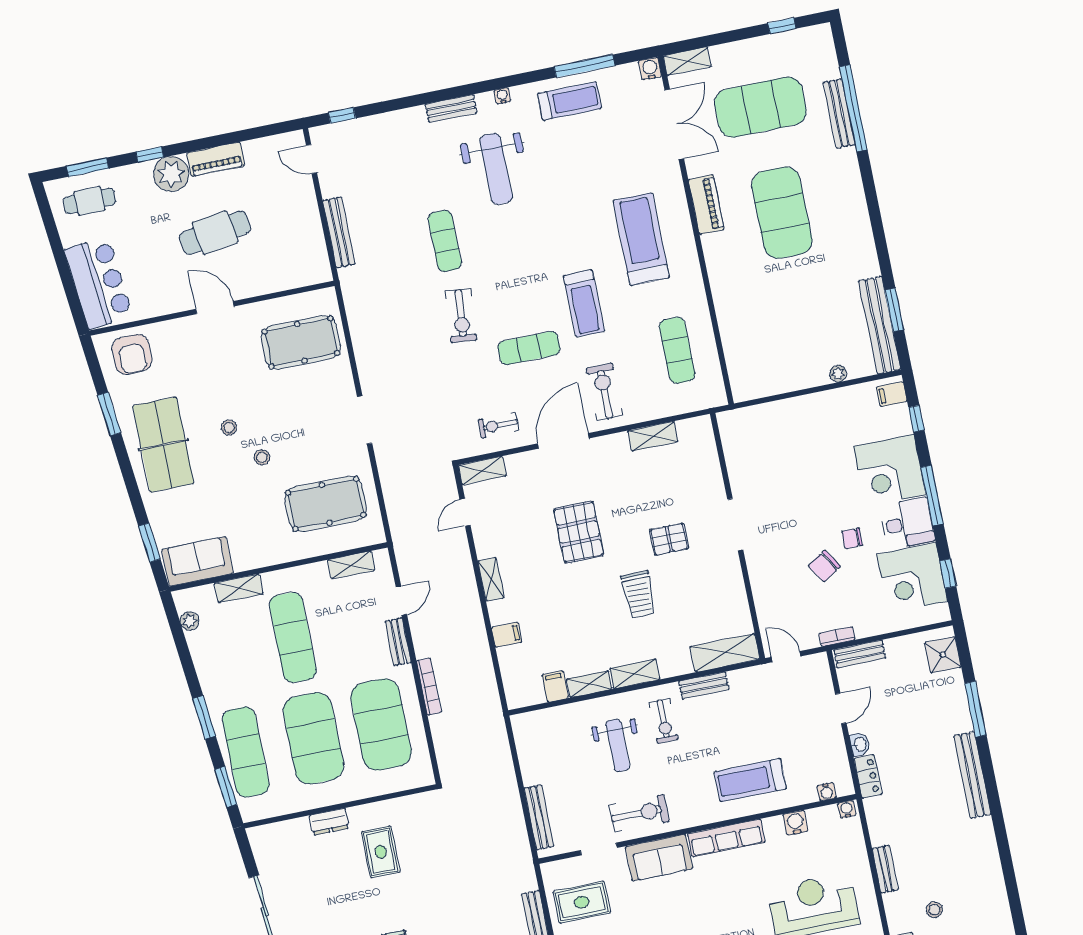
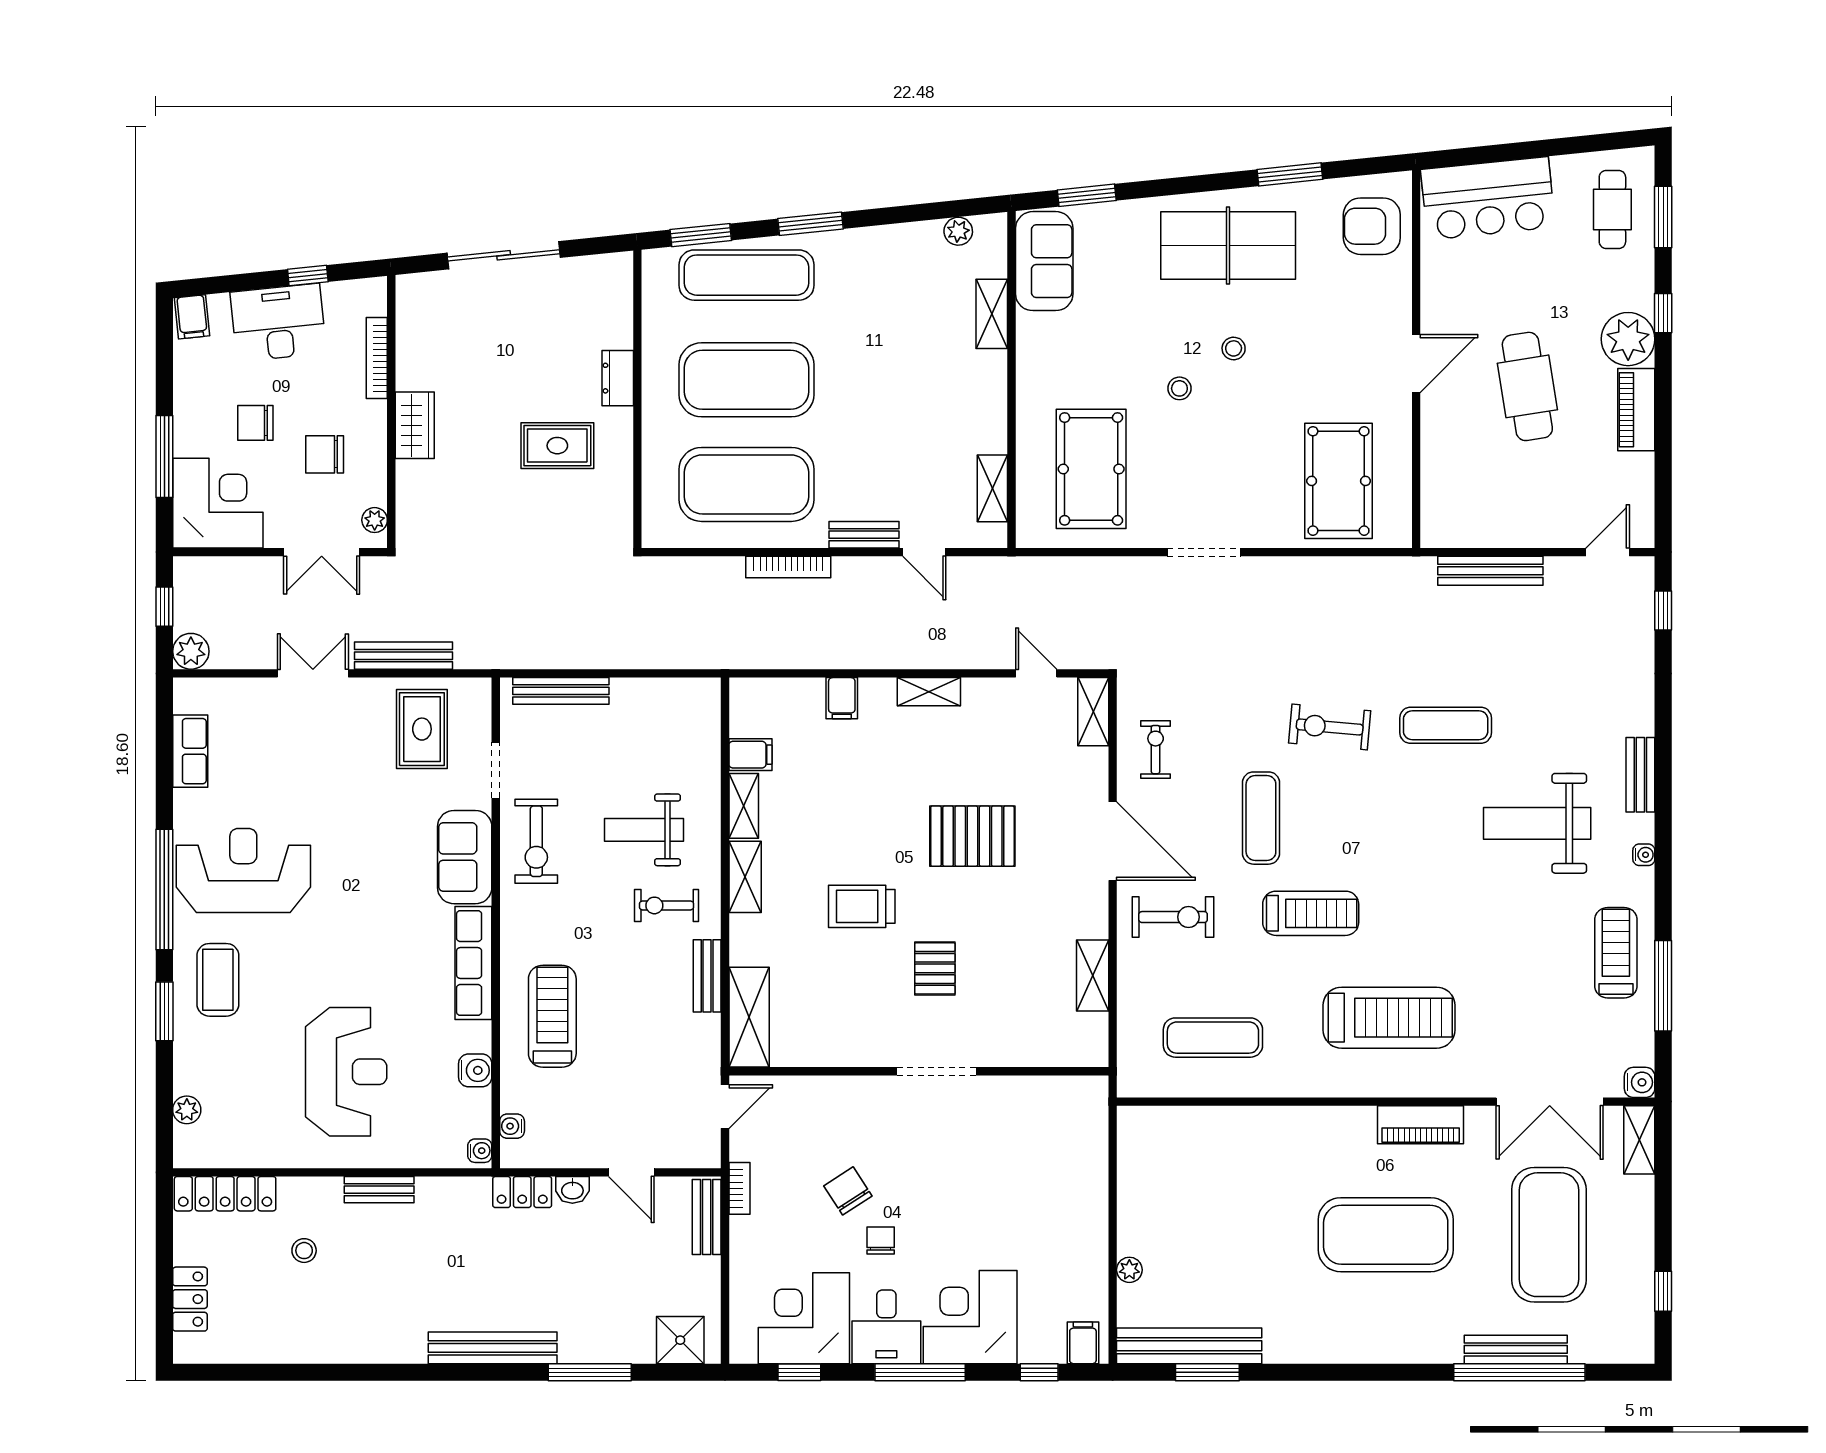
treadmill: (569, 101) -> (1616, 953), turned 180
treadmill: (584, 303) -> (1311, 913), turned 180
exercise mat: (293, 638) -> (902, 380), removed

